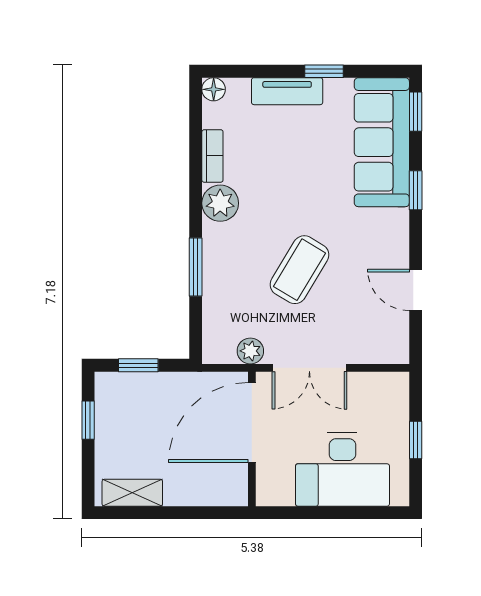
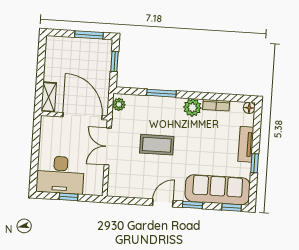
coffee table: (300, 270) -> (157, 145), turned -31
door: (416, 290) -> (163, 203), moved
plant: (250, 351) -> (119, 104), moved
window: (88, 420) -> (89, 35), width x1.50
desk: (342, 470) -> (60, 175), moved, turned -90
shelving: (132, 493) -> (49, 97), moved

